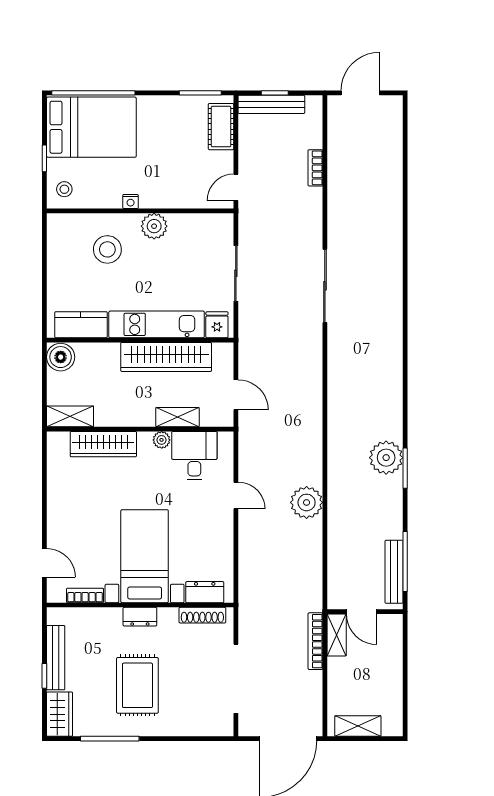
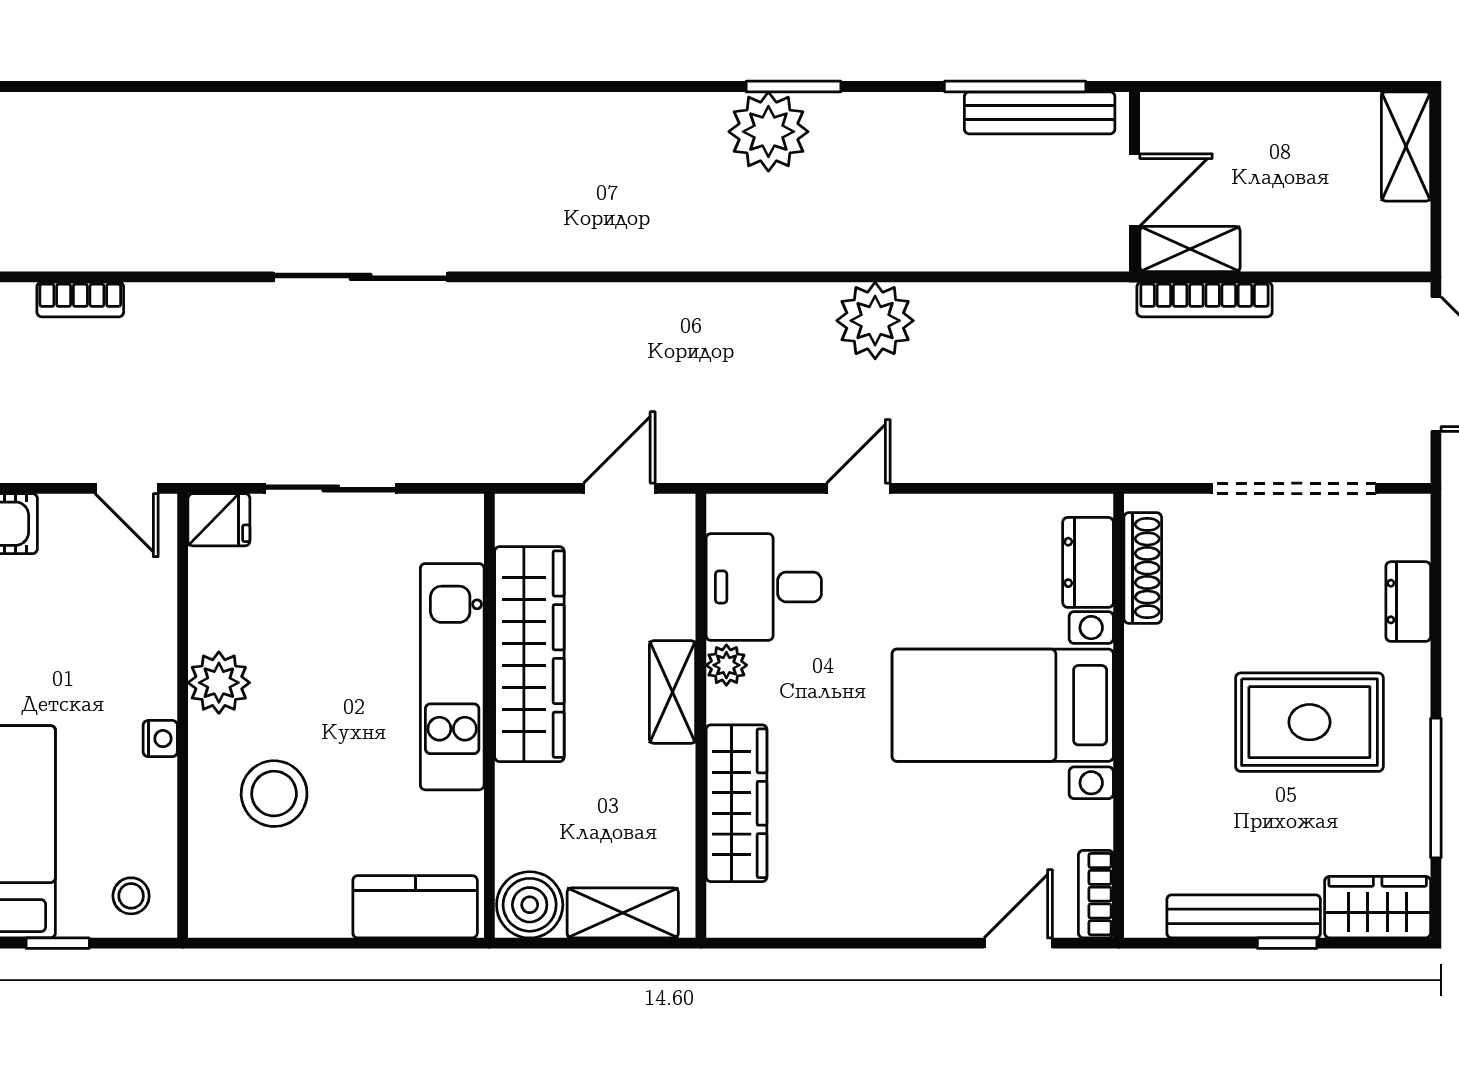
kitchen counter: (81, 325) -> (415, 907), moved, turned 90
fridge: (217, 325) -> (219, 520), moved, turned 180
shelving: (70, 416) -> (623, 913), moved, turned 90
shelving: (177, 417) -> (672, 692), moved
bookcase: (85, 595) -> (1096, 894), moved
dresser: (140, 617) -> (1408, 602), moved, turned 180
shelving: (358, 726) -> (1406, 146), moved

